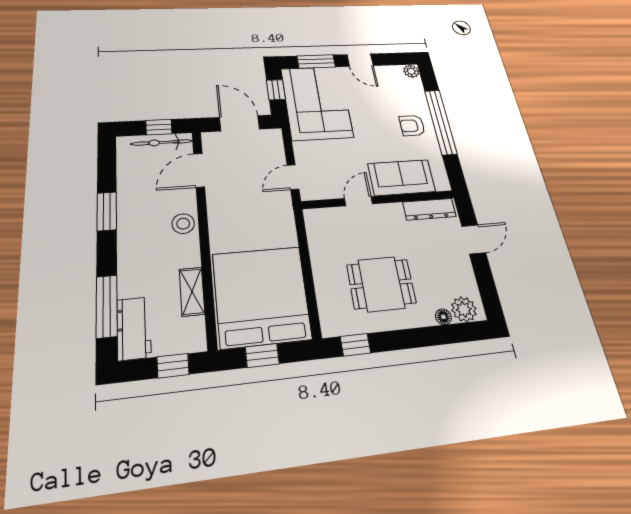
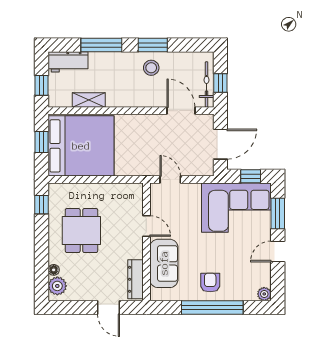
stool: (183, 224) -> (151, 68), moved
window: (107, 306) -> (101, 45), moved

